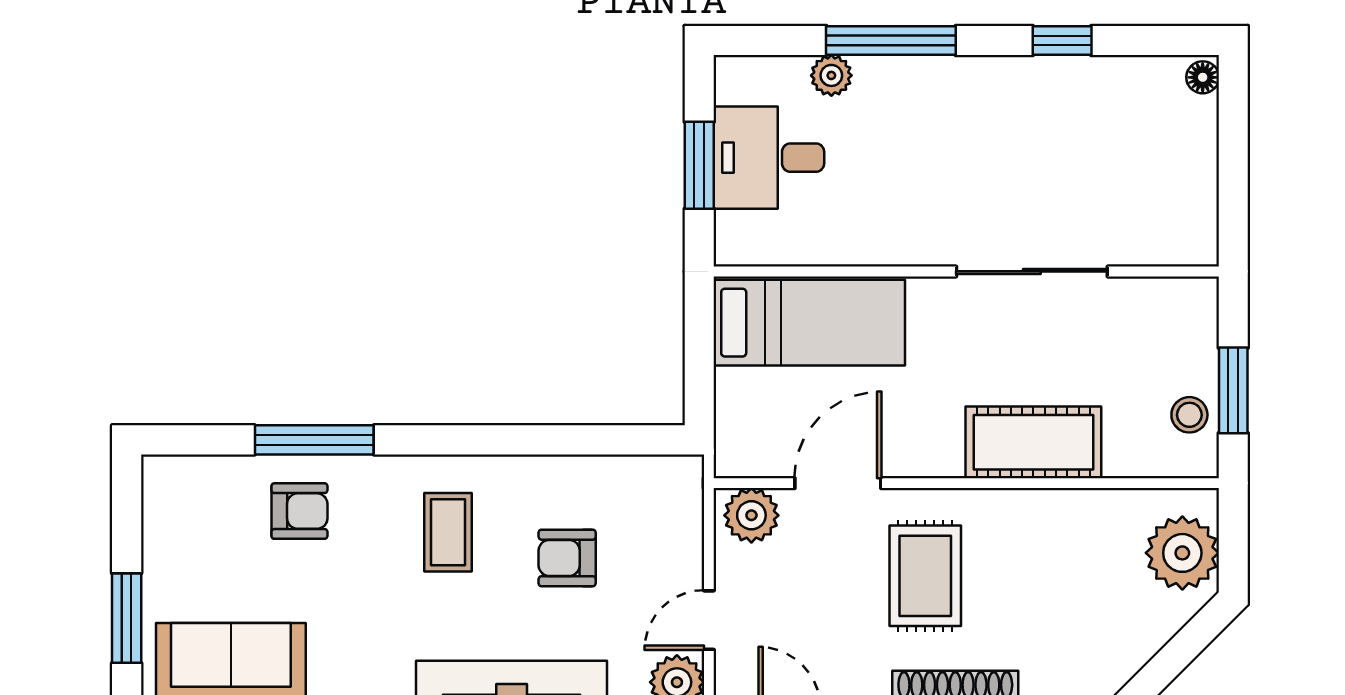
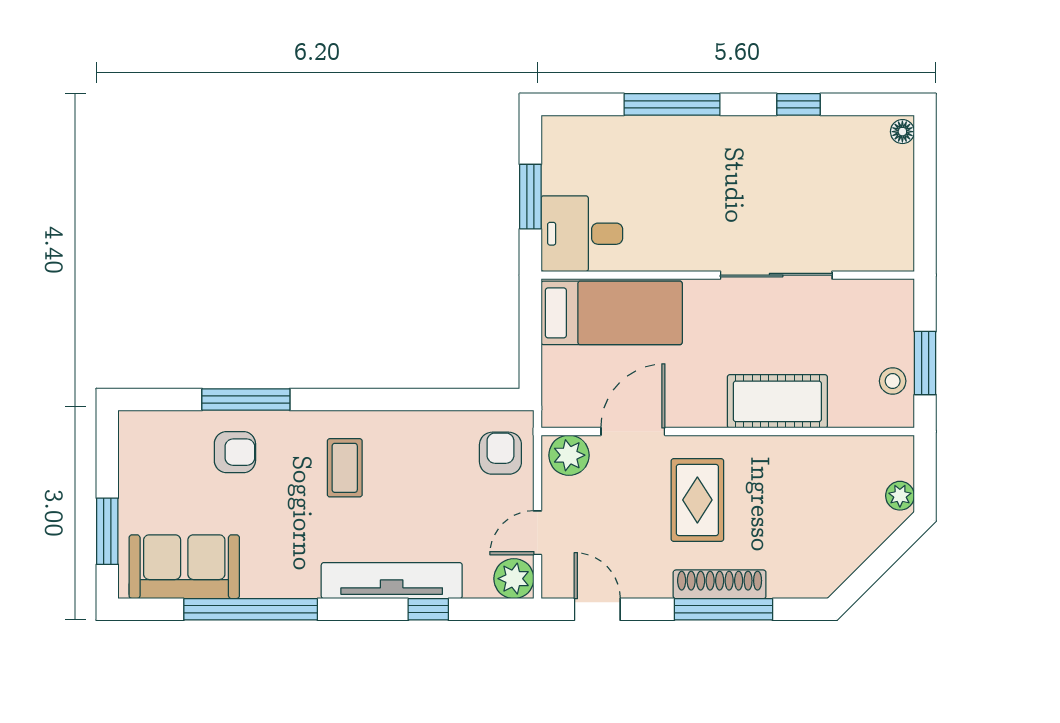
plant: (831, 75) -> (628, 130), removed
desk: (769, 158) -> (582, 234), moved
plant: (1182, 553) -> (900, 496), width x0.53, depth x0.53
armchair: (567, 558) -> (500, 453), moved, turned 90

